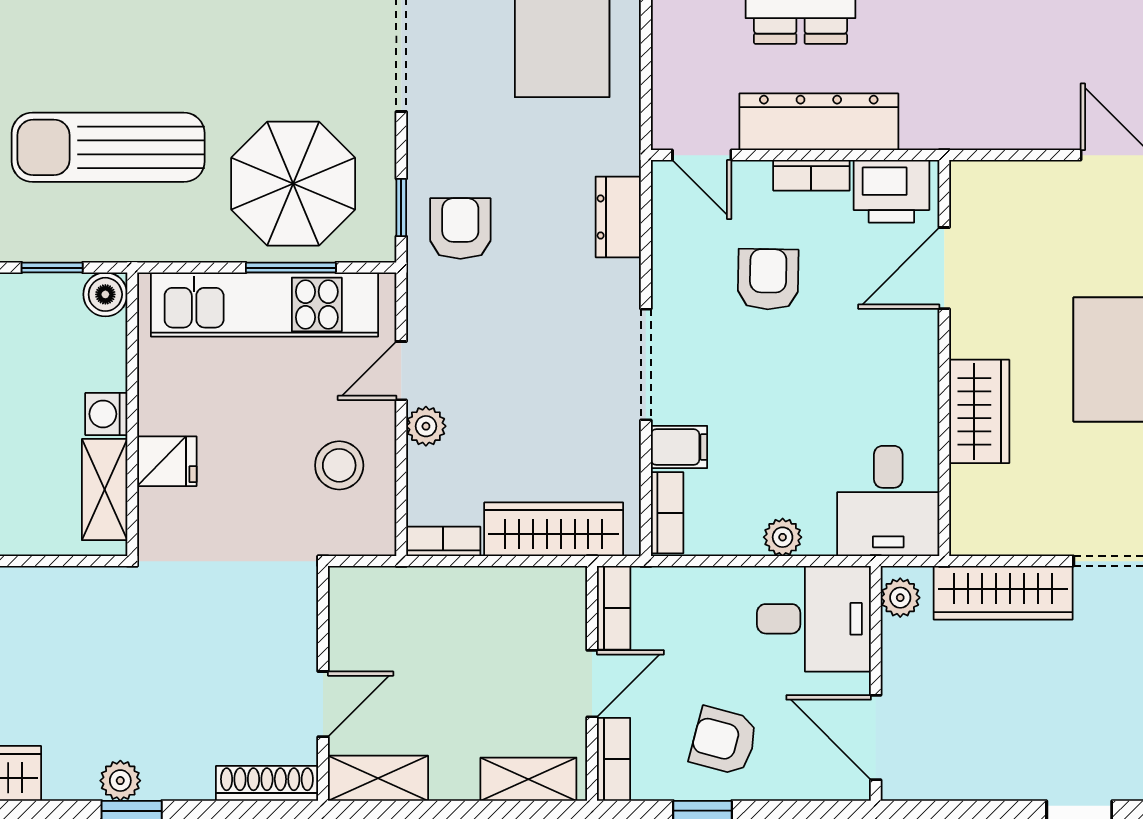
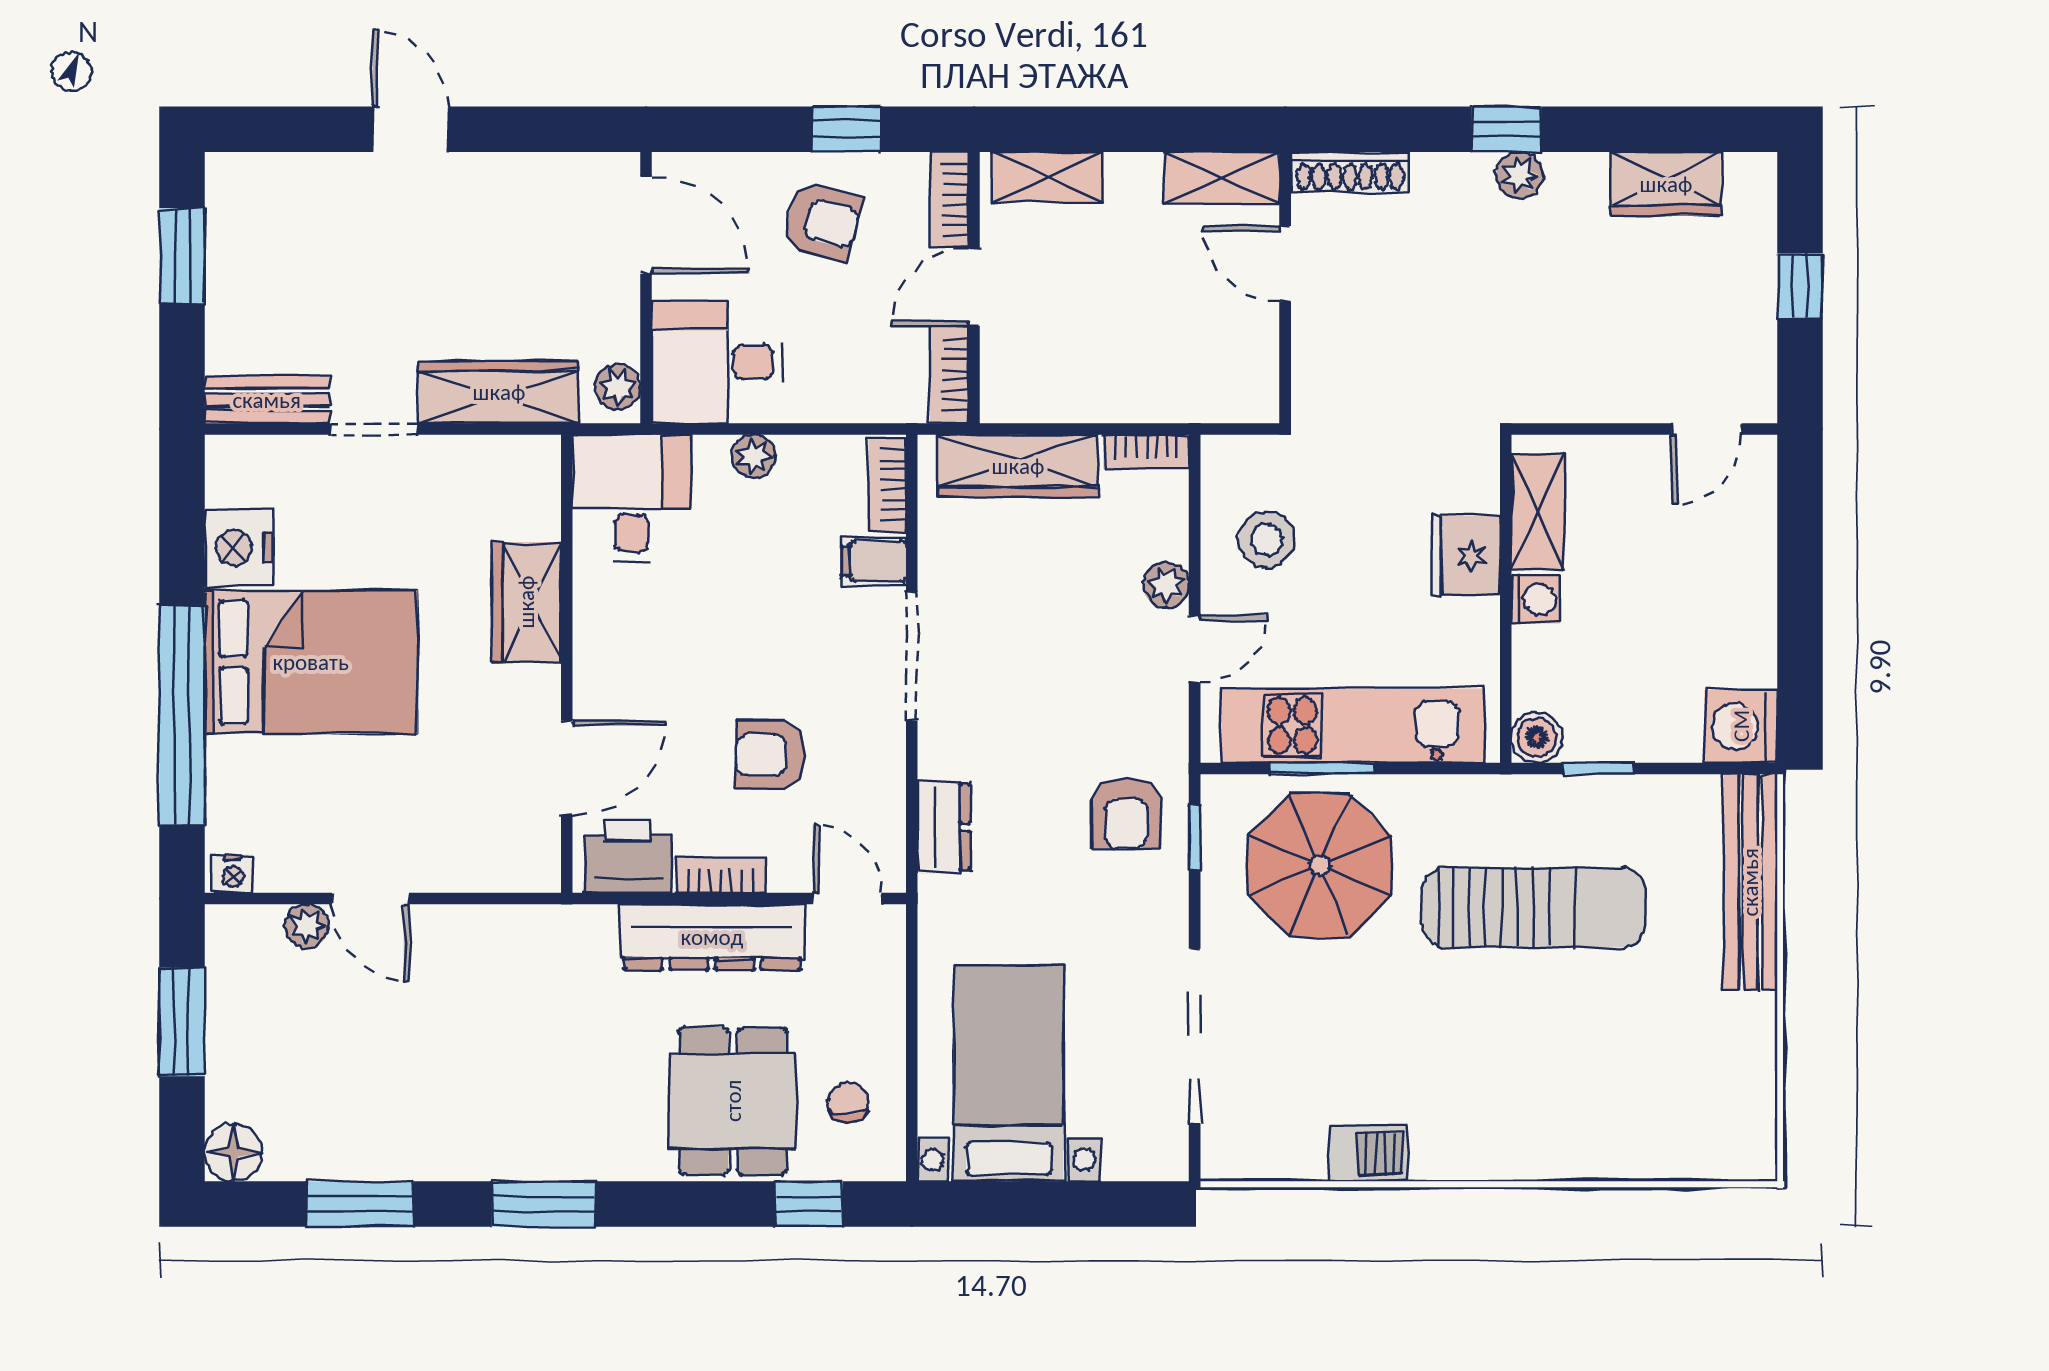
armchair: (768, 279) -> (771, 755), turned 89
fridge: (167, 461) -> (1466, 556), width x1.38
door: (323, 704) -> (1285, 264), hinge flipped

